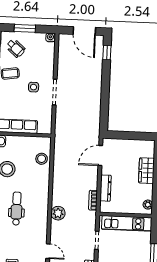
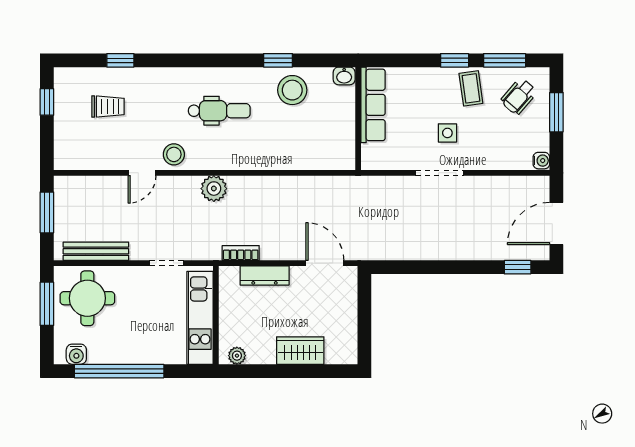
stool: (42, 159) -> (174, 154), moved

